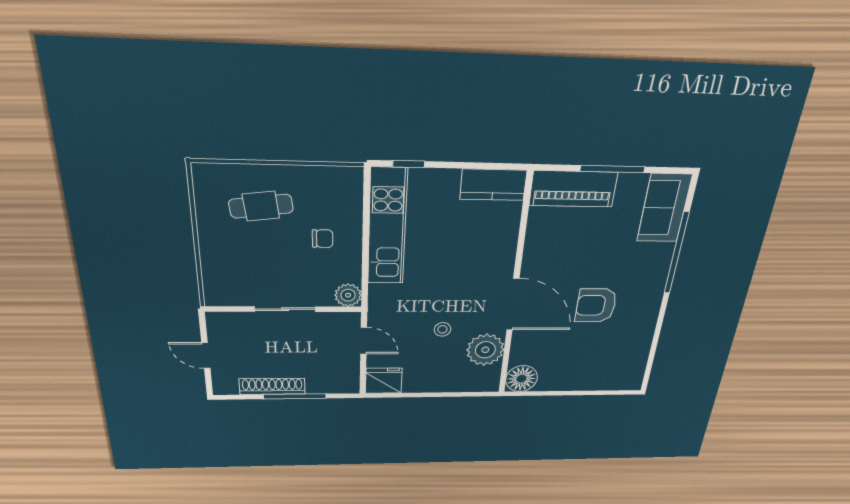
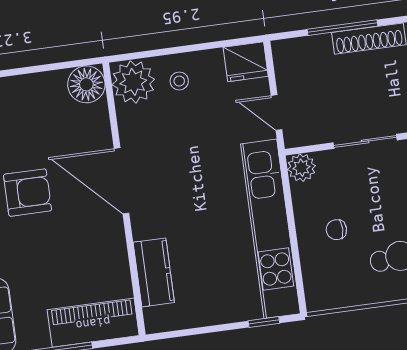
kitchen counter: (493, 185) -> (154, 272), moved, turned 90
kitchen unit: (387, 227) -> (270, 229), width x1.36
stool: (442, 329) -> (179, 81), moved
plant: (485, 350) -> (133, 82), moved

